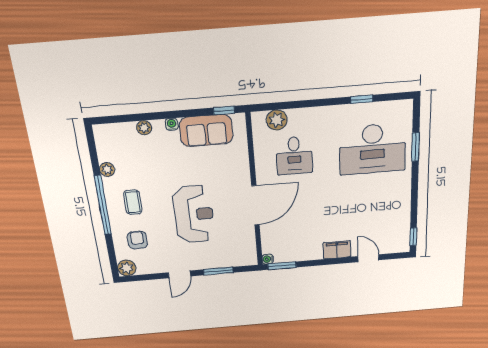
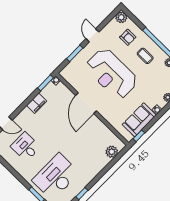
desk: (294, 155) -> (25, 147), moved
reception desk: (194, 214) -> (112, 74), width x1.36, depth x1.30
filing cabinet: (337, 250) -> (37, 103), moved

